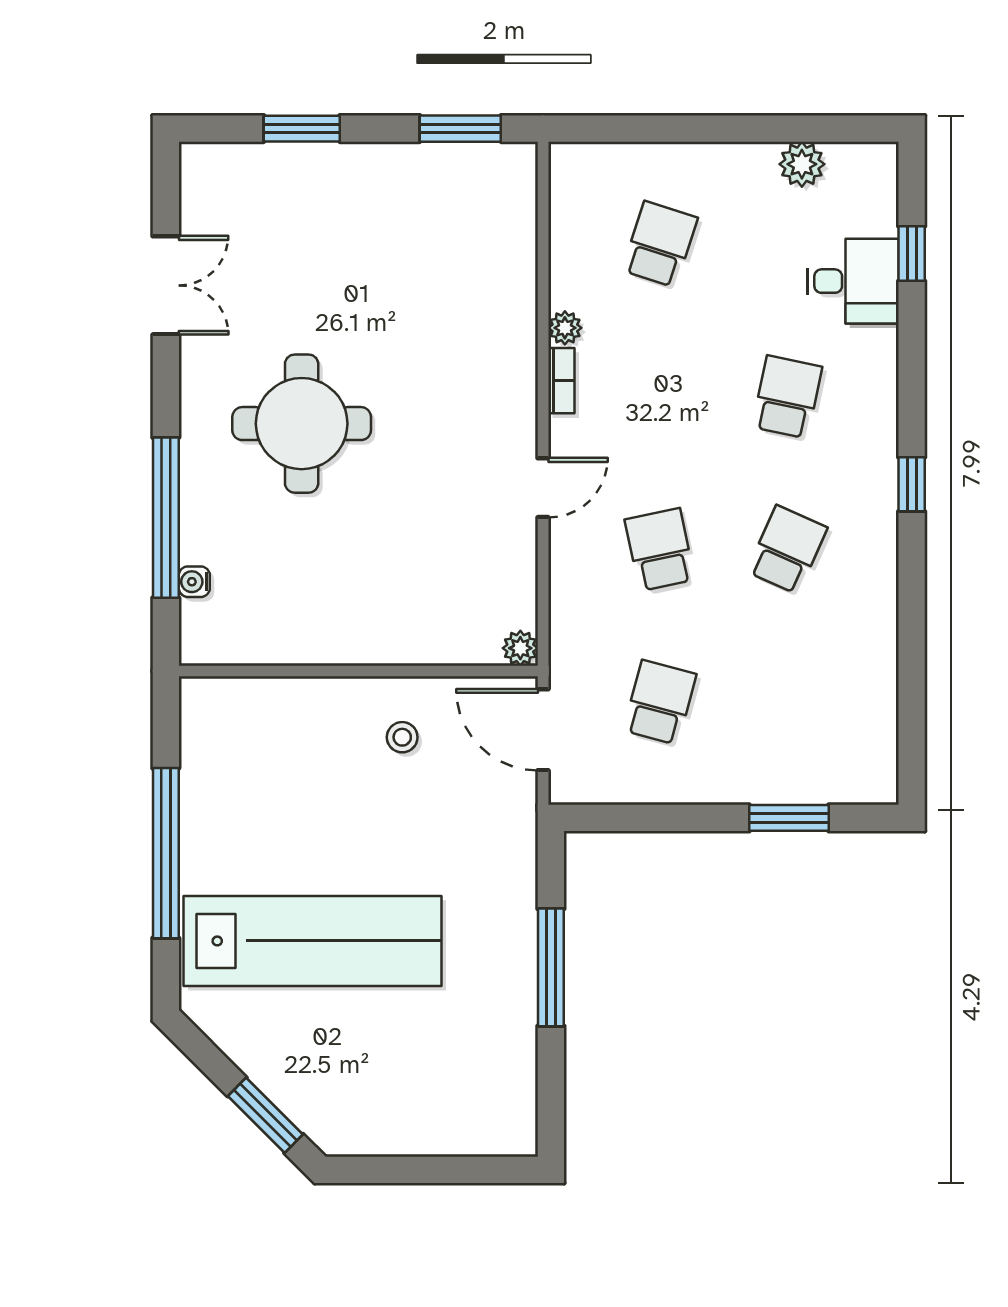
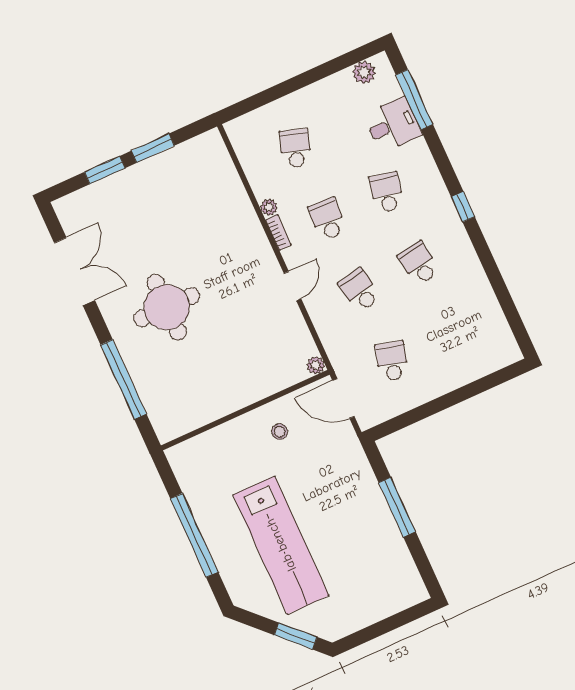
window: (460, 129) -> (153, 148), moved
plant: (802, 164) -> (364, 72), moved
window: (912, 254) -> (414, 100), width x2.17
double door: (166, 285) -> (75, 272), width x1.37
school desk: (660, 397) -> (328, 219), added
school desk: (787, 550) -> (419, 263), turned -33
water cooler: (194, 582) -> (150, 403), removed
window: (789, 818) -> (476, 388), removed
lab bench: (313, 941) -> (281, 545), turned 90

